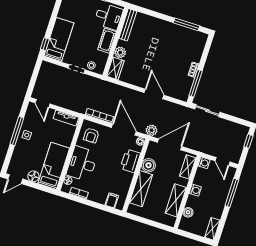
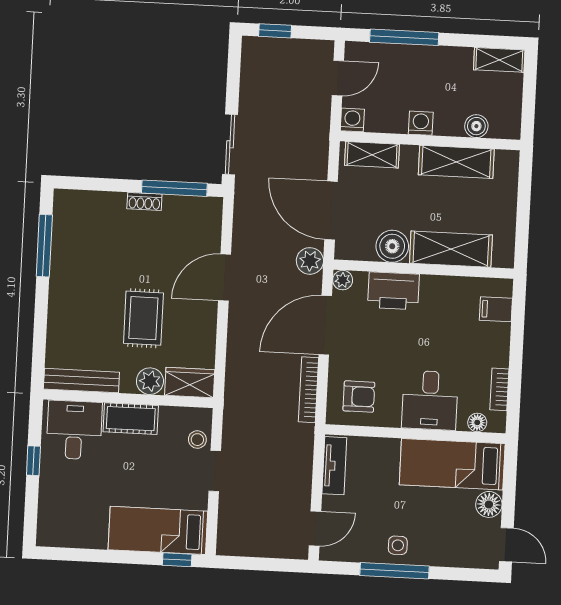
rug: (146, 57) -> (143, 318), added
desk: (82, 164) -> (430, 400), width x0.73

